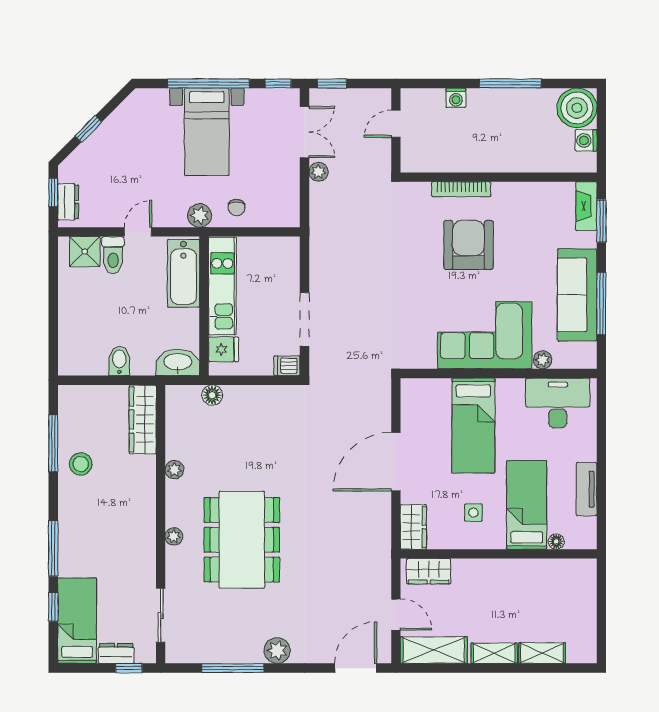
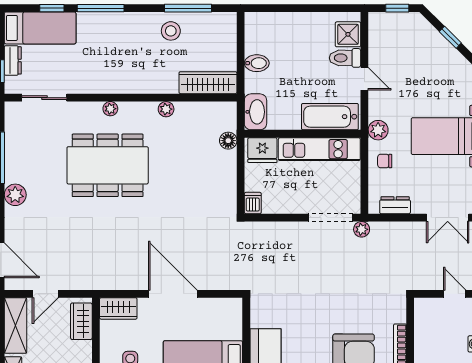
plant: (319, 172) -> (362, 229), moved
dresser: (68, 202) -> (395, 205), moved, turned 180
doorway: (304, 319) -> (331, 218), moved
fridge: (224, 349) -> (262, 150), width x1.38

